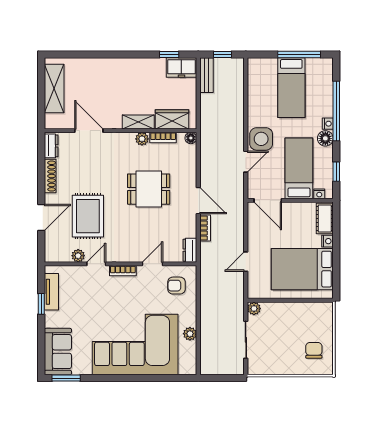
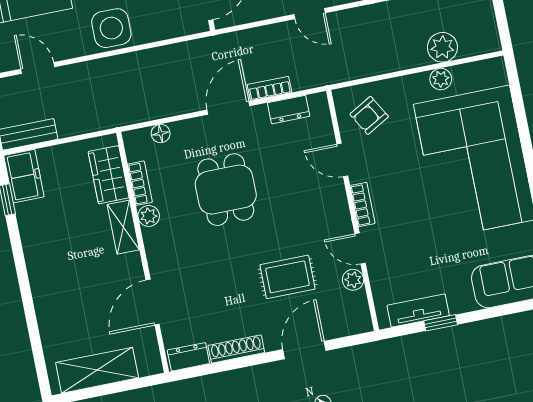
floor lamp: (191, 138) -> (161, 133), moved
door: (246, 162) -> (38, 68), moved
rug: (88, 216) -> (287, 277), width x0.73, depth x0.70
door: (41, 217) -> (304, 350), hinge flipped
dresser: (190, 250) -> (289, 110), moved
armchair: (176, 286) -> (369, 115), turned 60
plant: (209, 339) -> (442, 47), added

